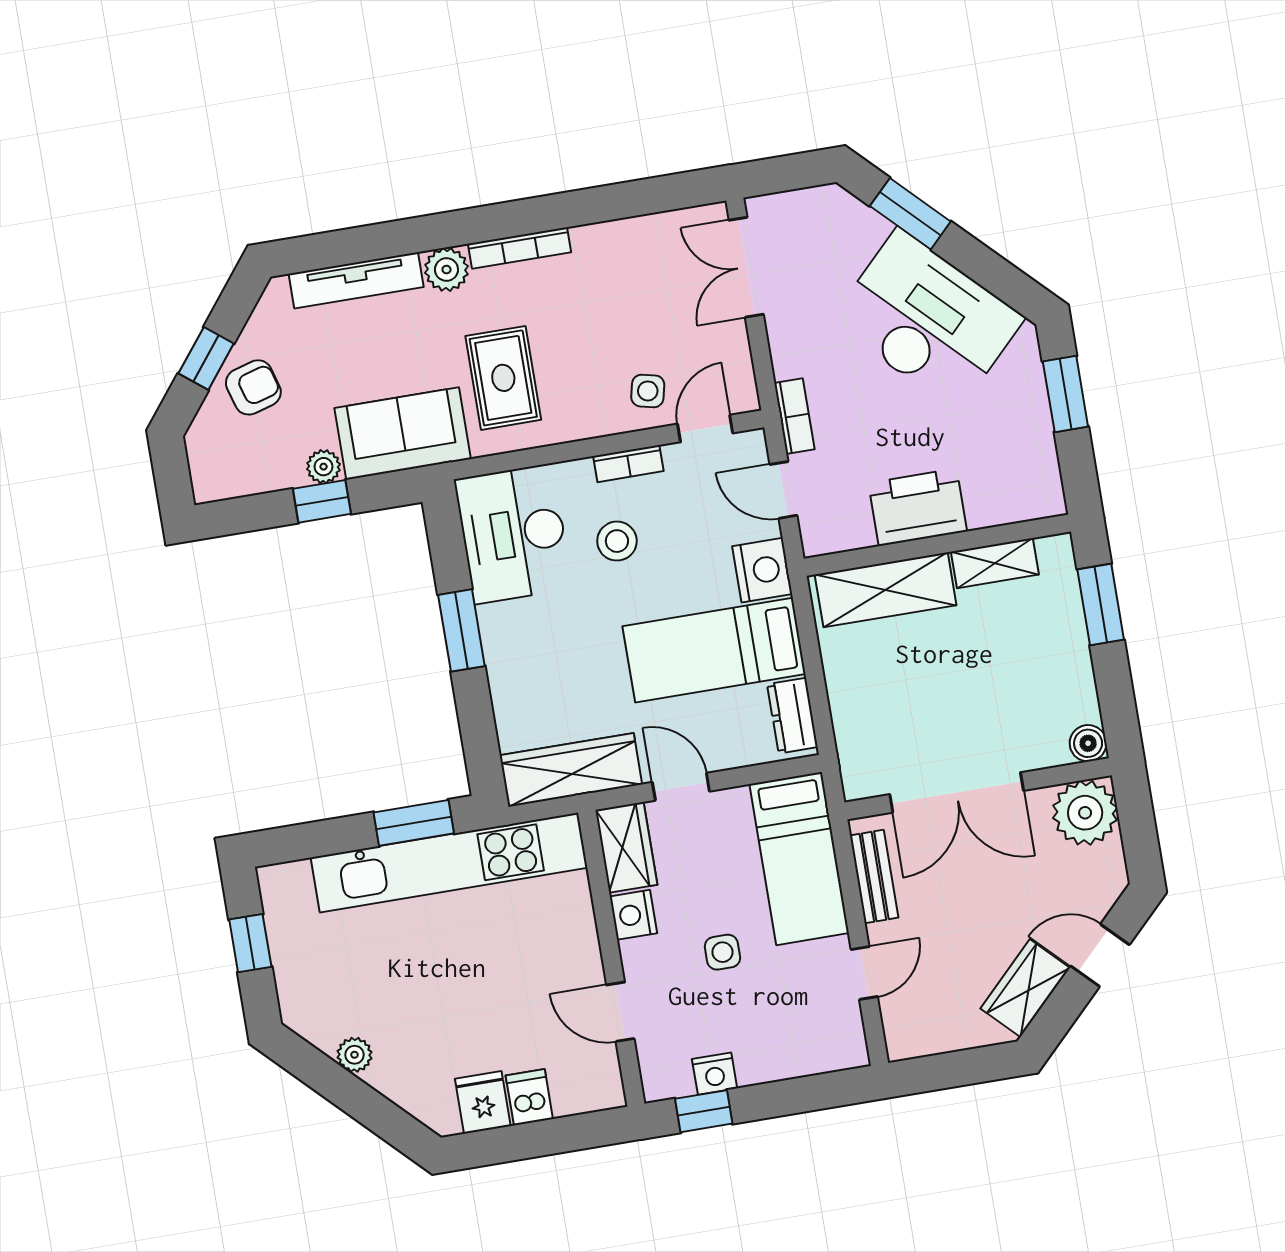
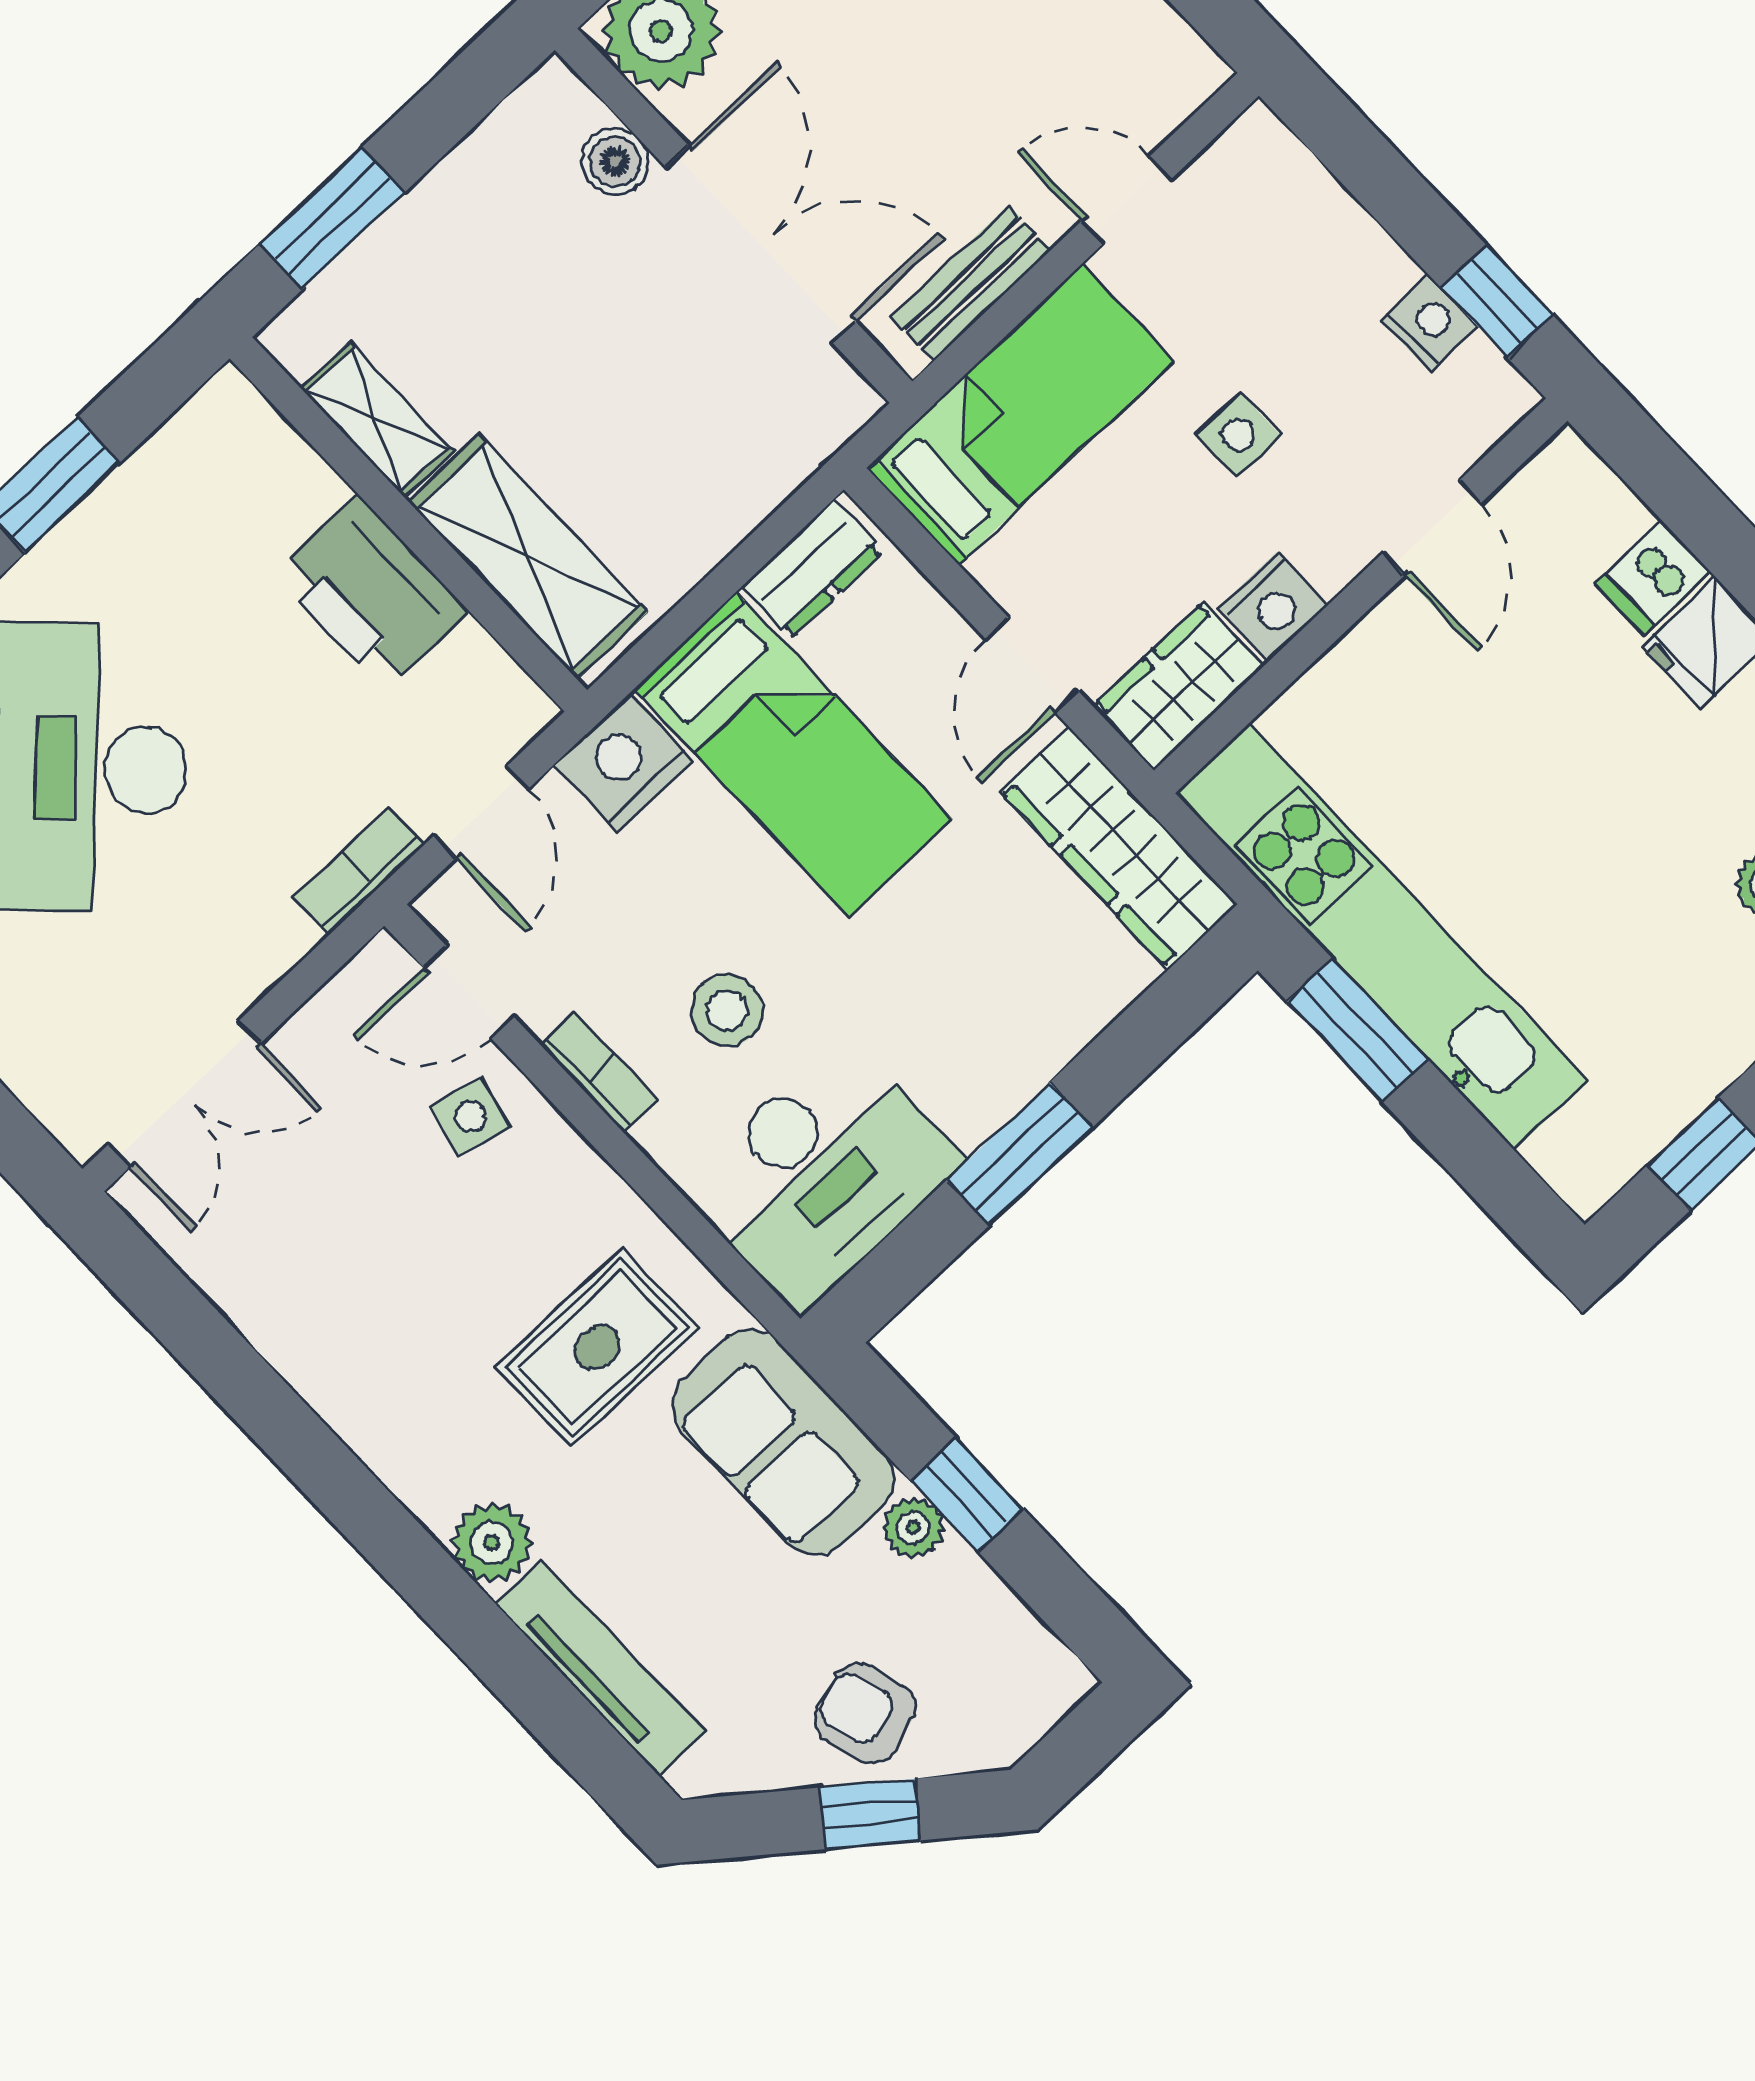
bookcase: (519, 248) -> (385, 1455), removed
boiler: (1088, 743) -> (615, 161), moved

